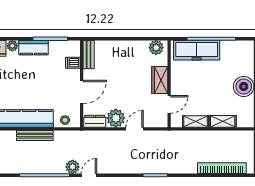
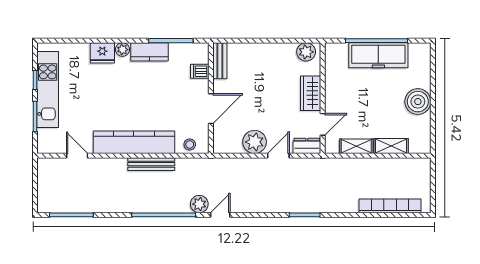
freezer: (197, 50) -> (378, 55), moved
dresser: (95, 121) -> (307, 146), moved

